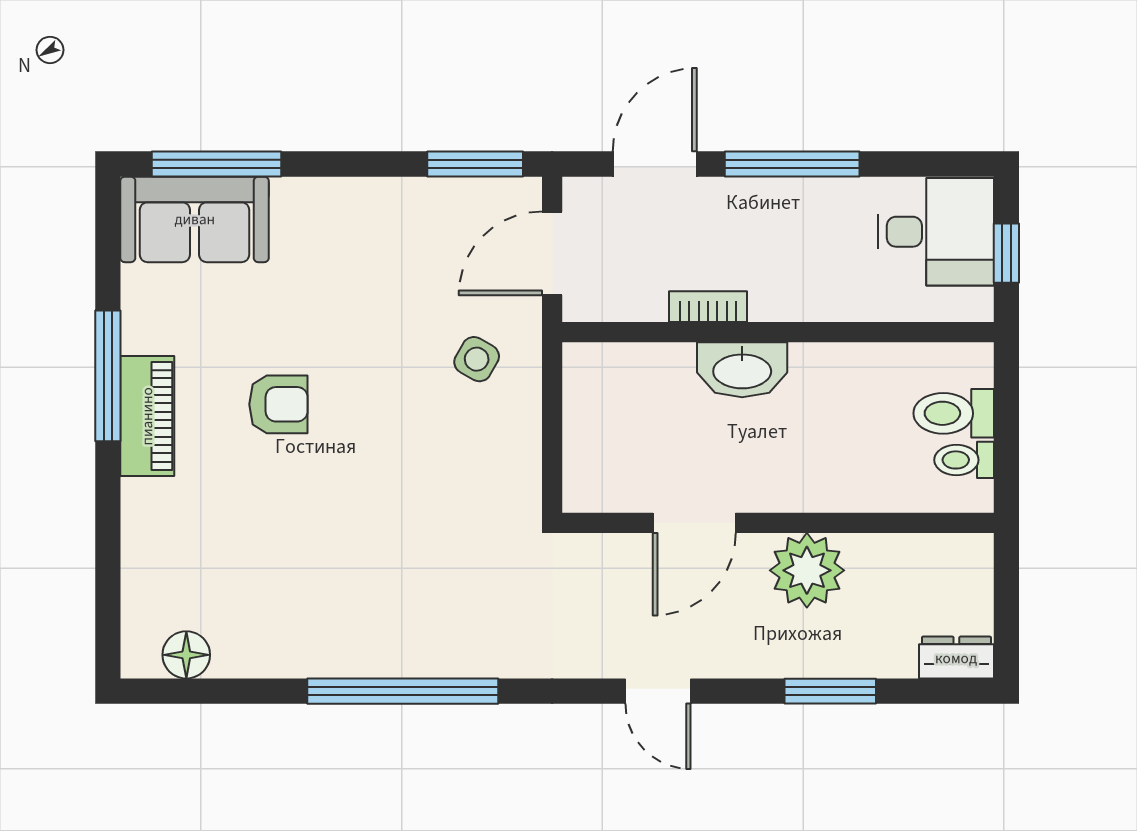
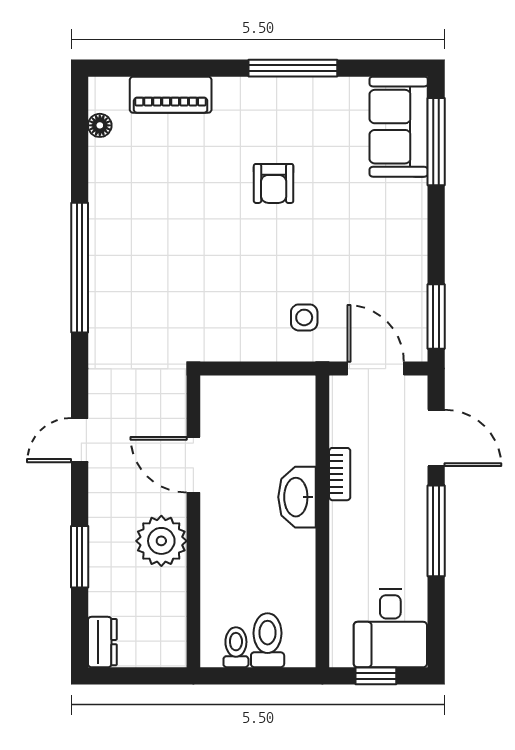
side table: (477, 359) -> (304, 317), turned -30
piano: (147, 416) -> (171, 95), moved
floor lamp: (186, 655) -> (100, 125), width x0.73, depth x0.73

